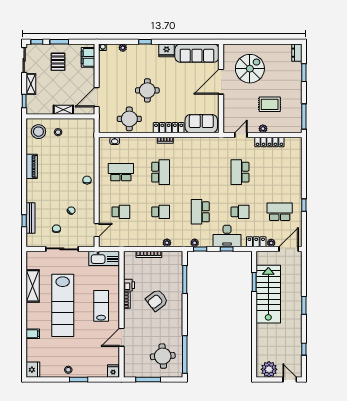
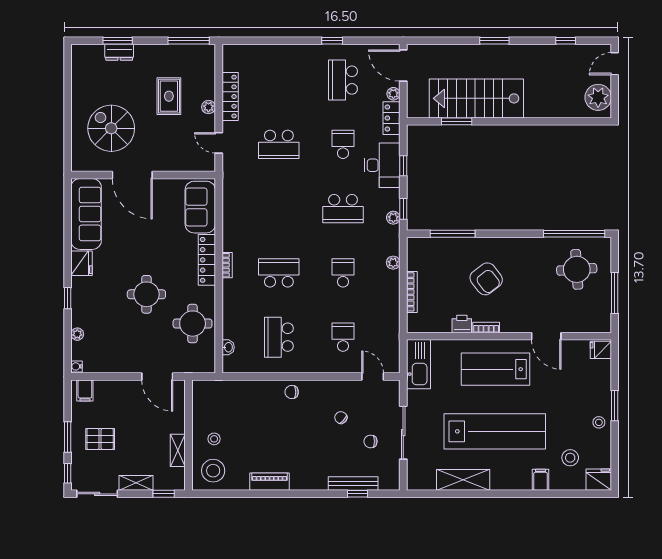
dresser: (297, 53) -> (119, 52), moved
filing cabinet: (88, 57) -> (85, 390), width x0.50
shelving: (63, 110) -> (178, 450), moved
lab bench: (101, 306) -> (495, 369), width x1.36, depth x1.39
stool: (46, 352) -> (570, 458), added

